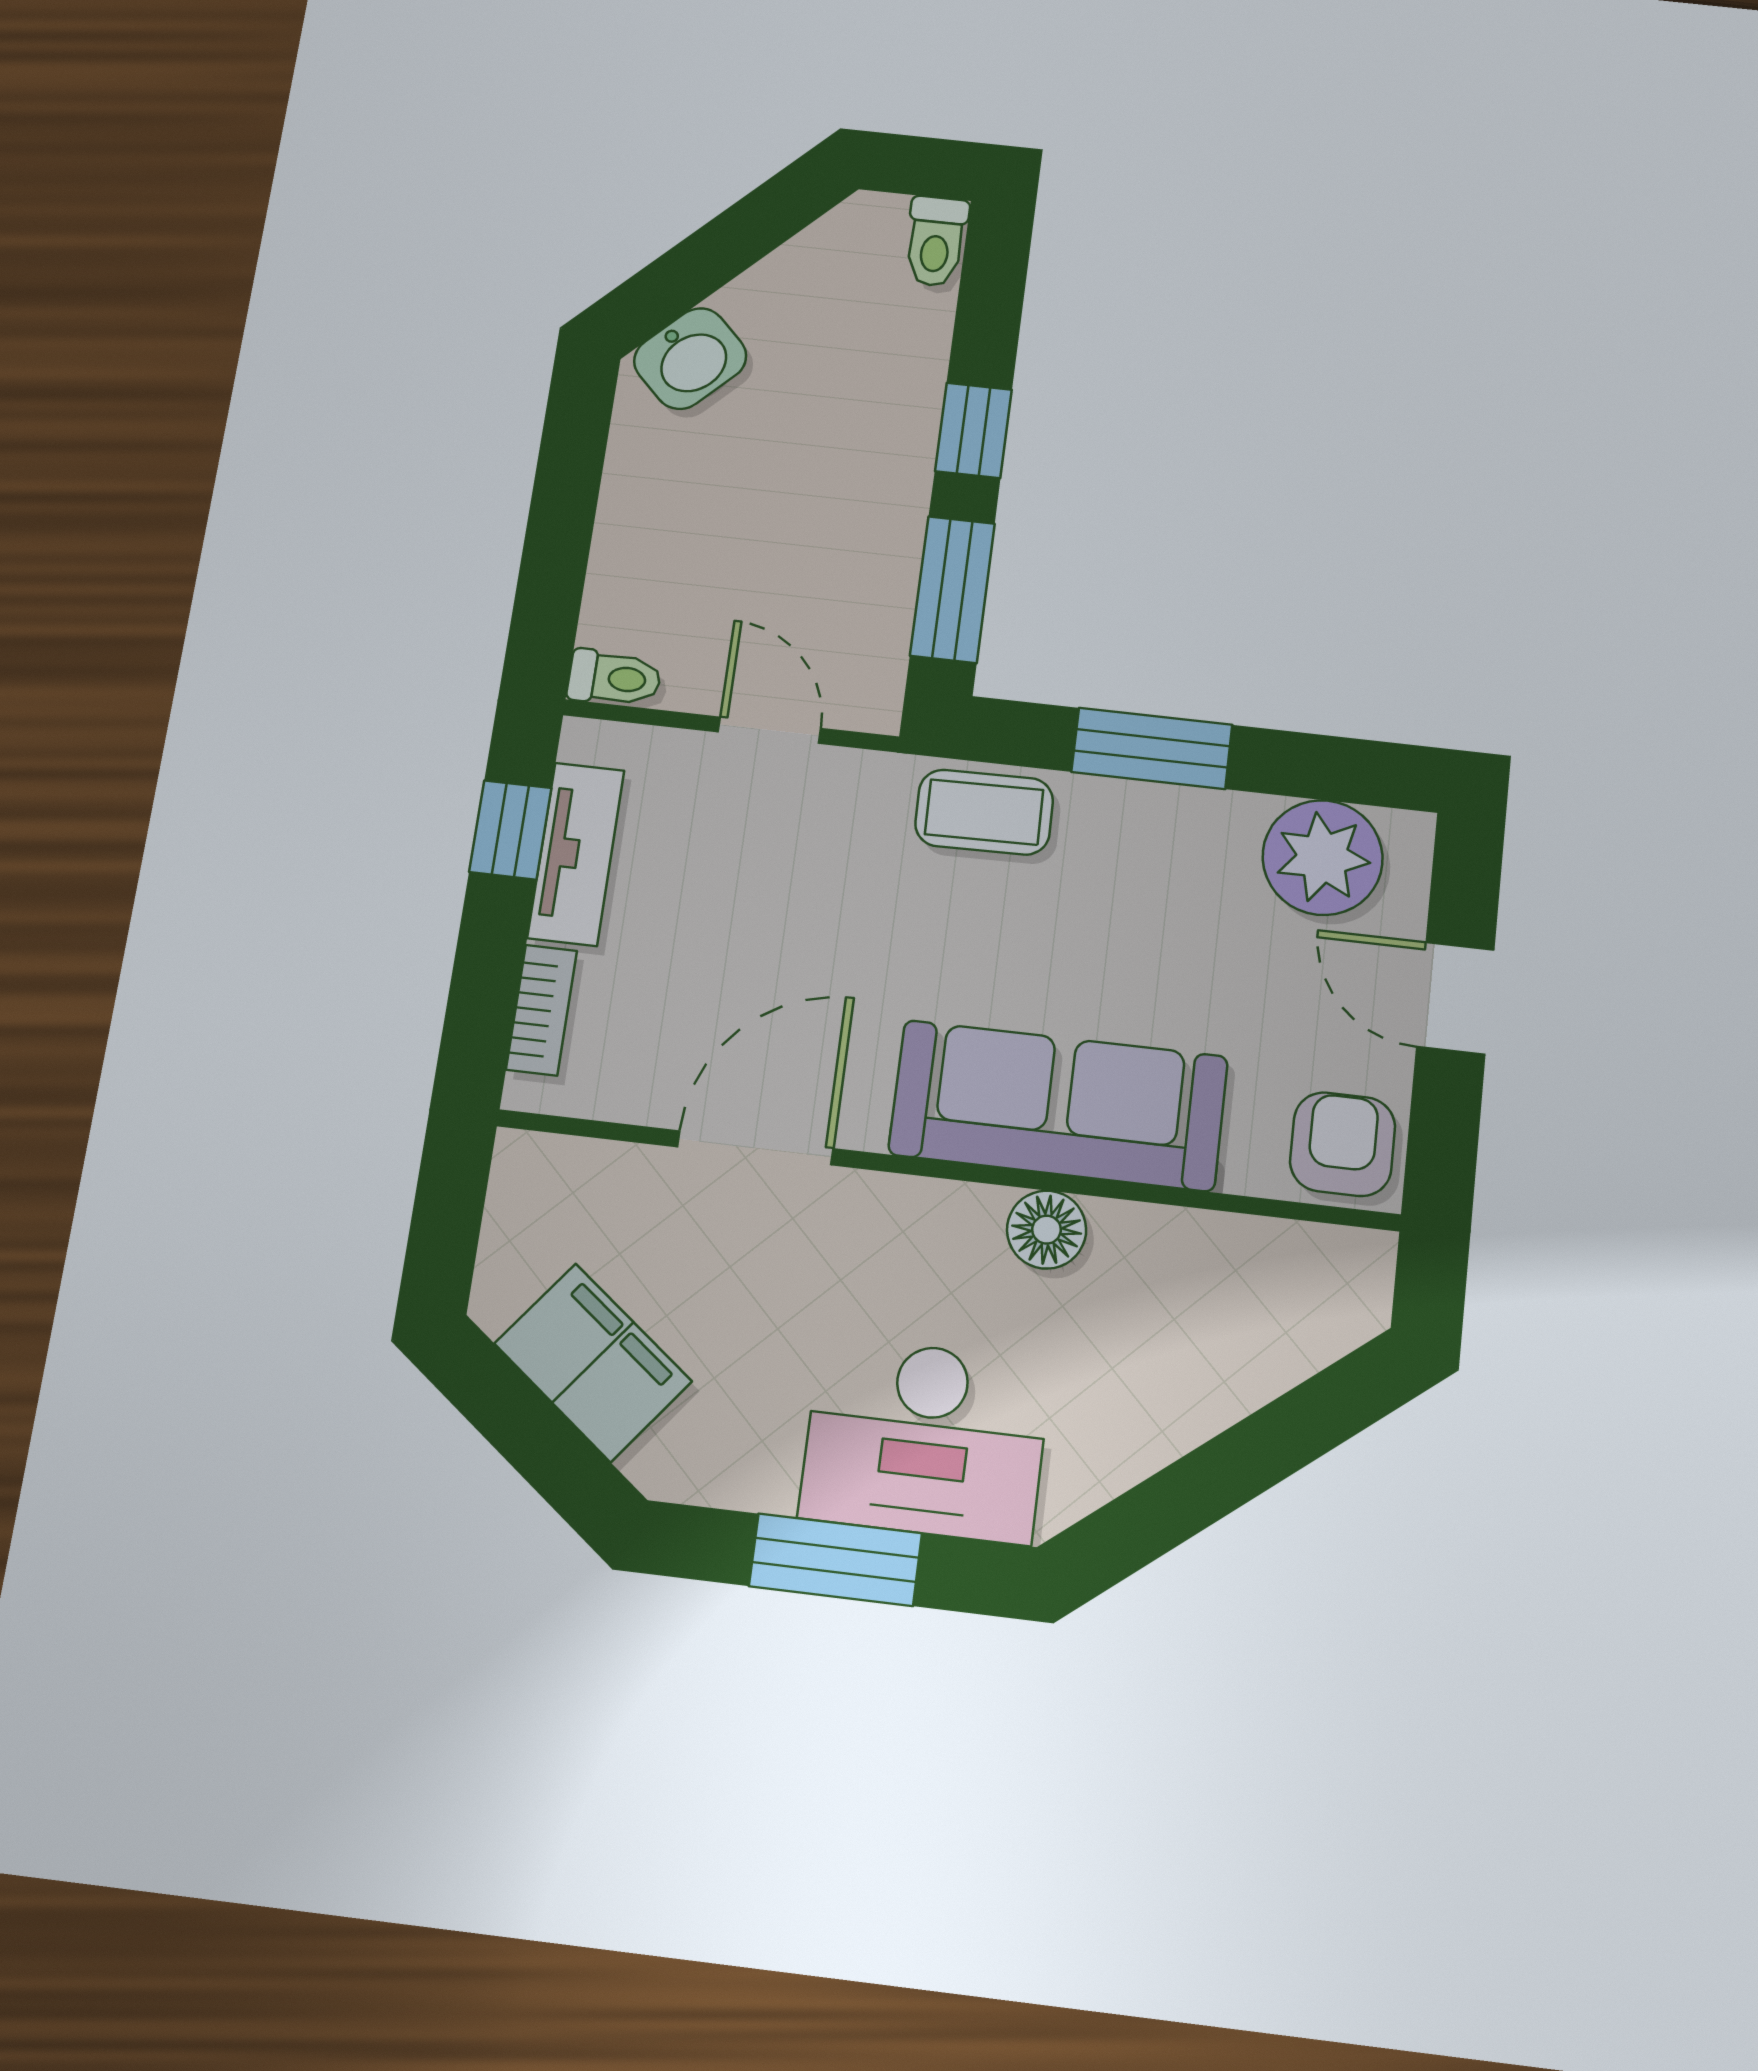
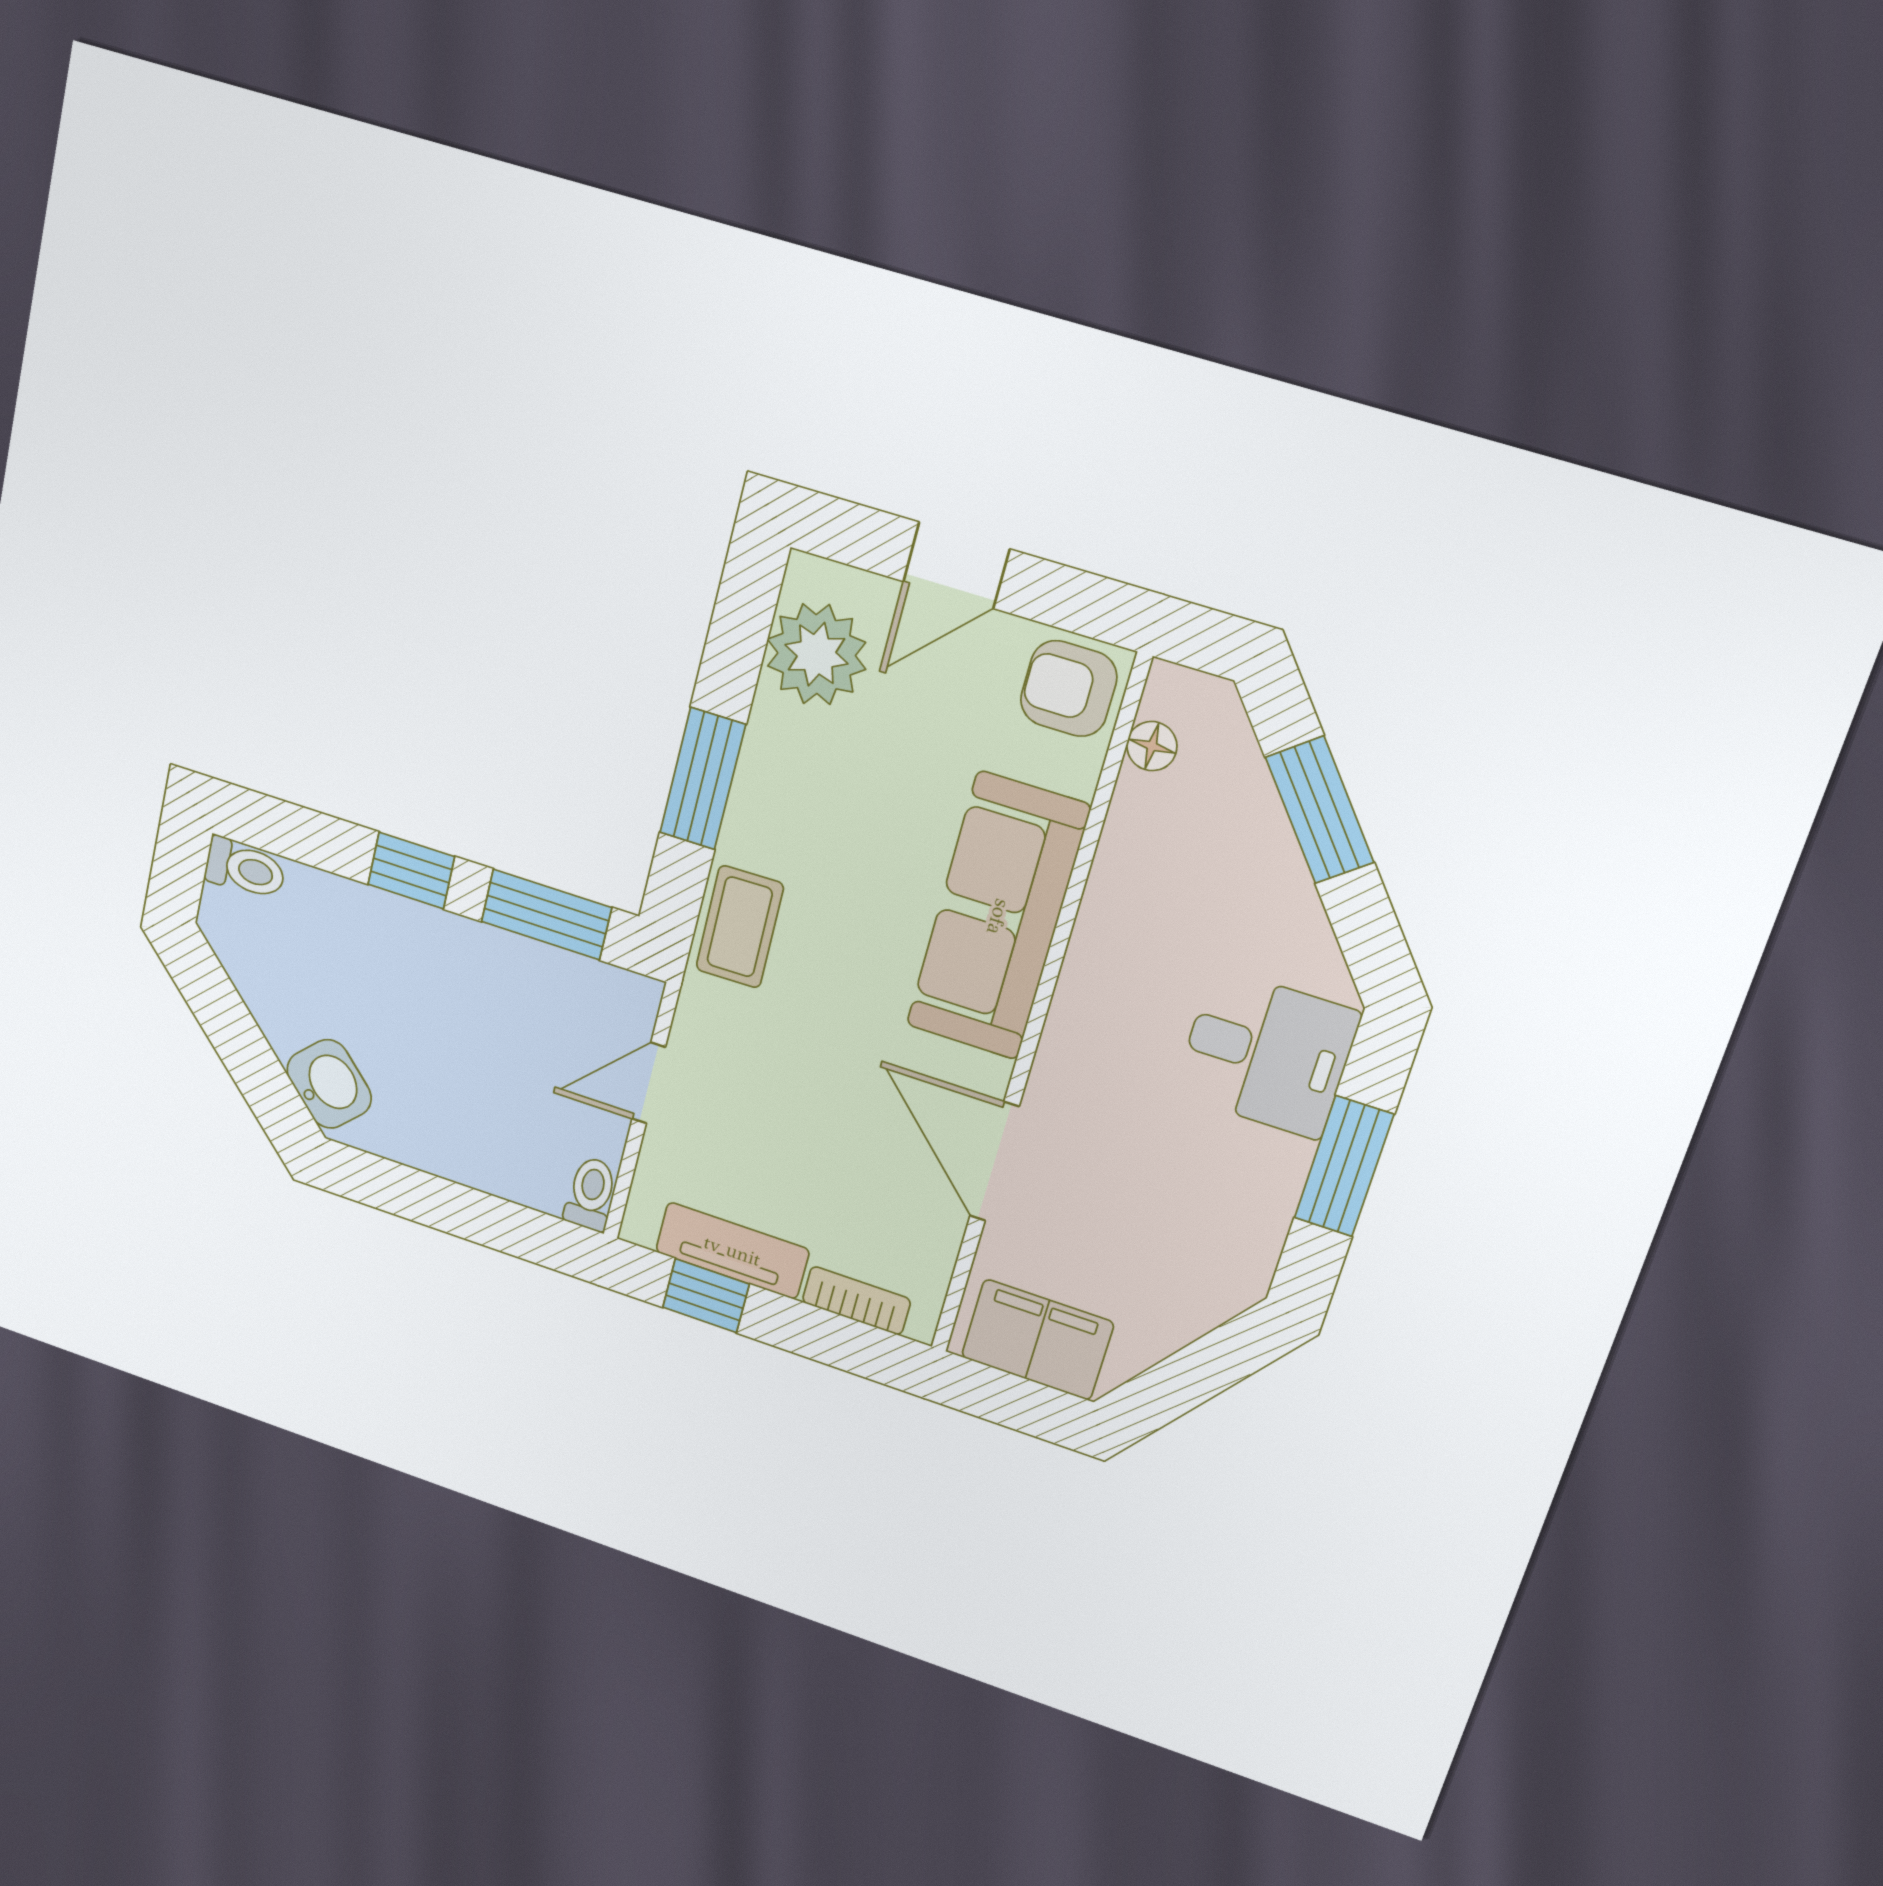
floor lamp: (1047, 1230) -> (1152, 746), moved, width x0.73, depth x0.73
filing cabinet: (593, 1362) -> (1037, 1340), moved, turned 52
desk: (925, 1440) -> (1267, 1054), width x0.73
window: (1262, 1450) -> (1320, 810), added

